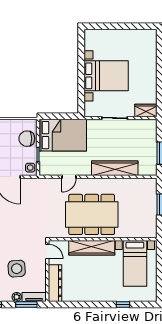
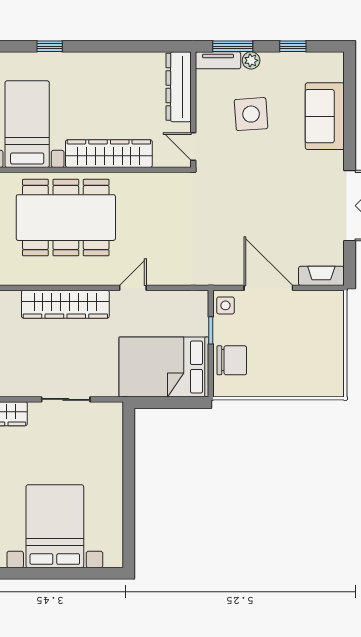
bed with nightstands: (106, 76) -> (55, 526), moved, turned 90
door: (69, 177) -> (133, 288), moved
dining table: (92, 214) -> (66, 218), moved

